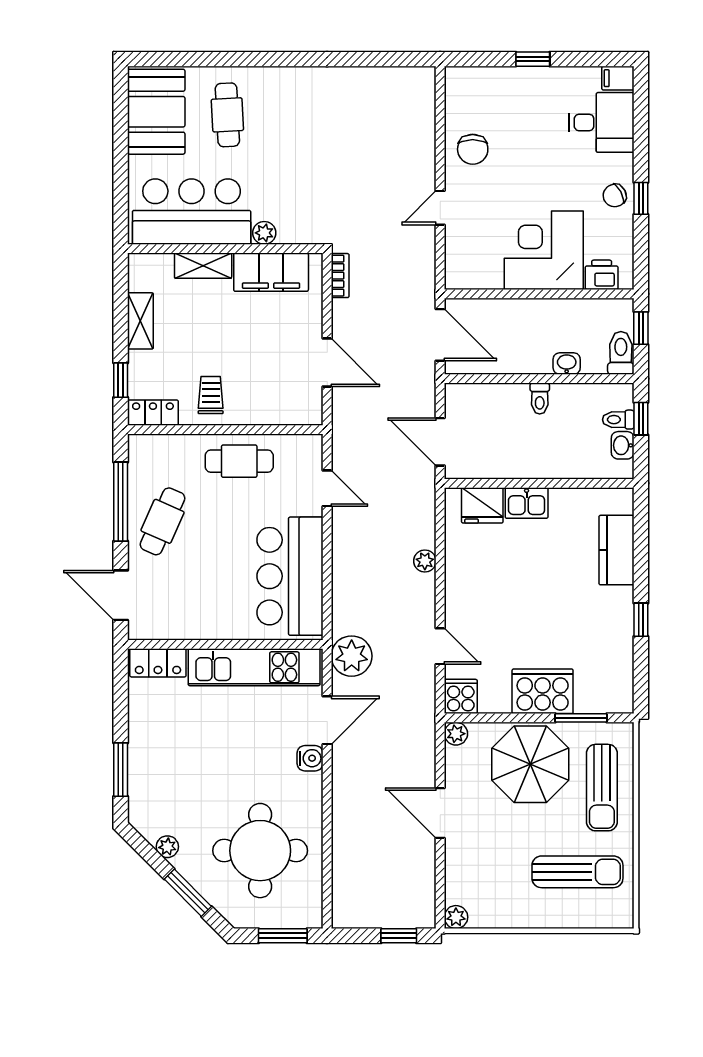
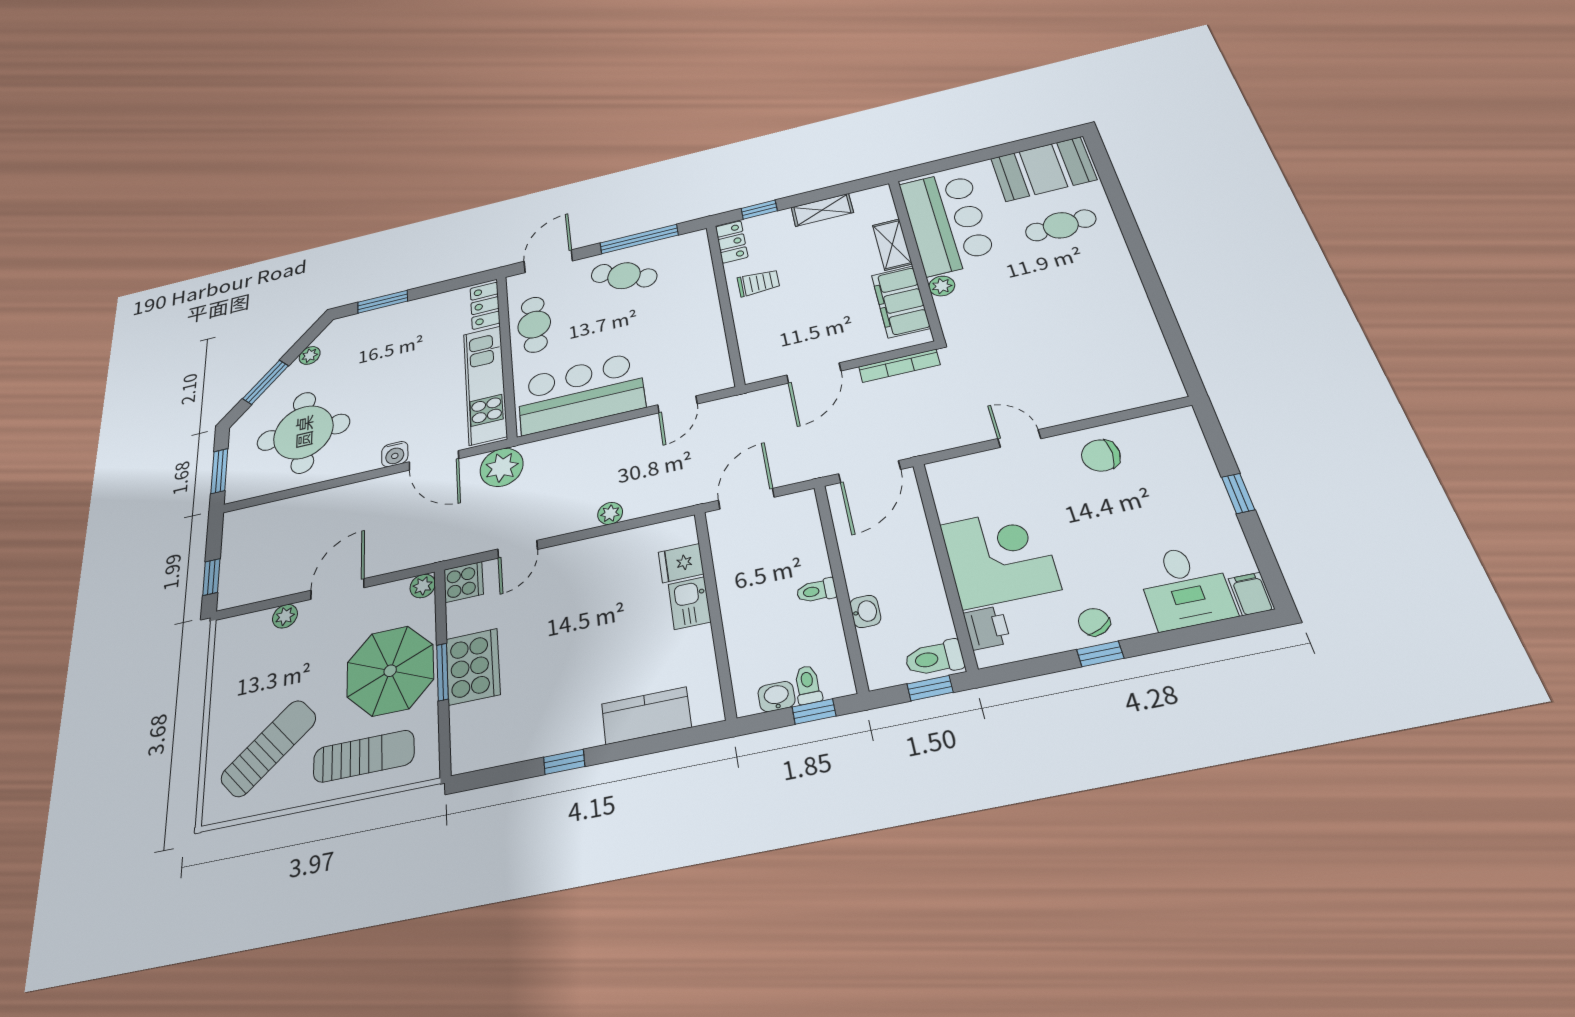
bookcase: (340, 276) -> (899, 366), width x1.56
toilet: (621, 353) -> (934, 658), moved, turned 180
cafe table: (239, 461) -> (534, 325), moved
fridge: (482, 505) -> (681, 563), width x0.72
window: (581, 718) -> (442, 672), moved
sun lounger: (602, 788) -> (364, 756), turned 180
sun lounger: (577, 872) -> (269, 748), turned -130
plant: (456, 917) -> (285, 616), moved

